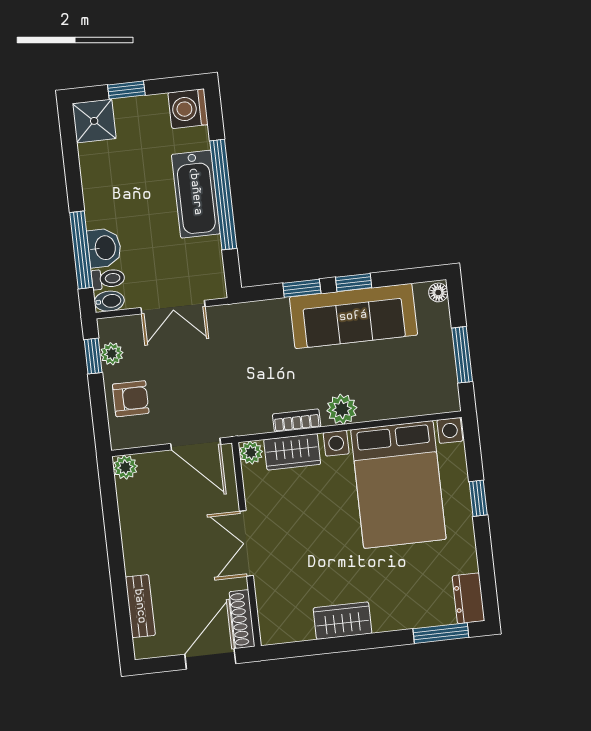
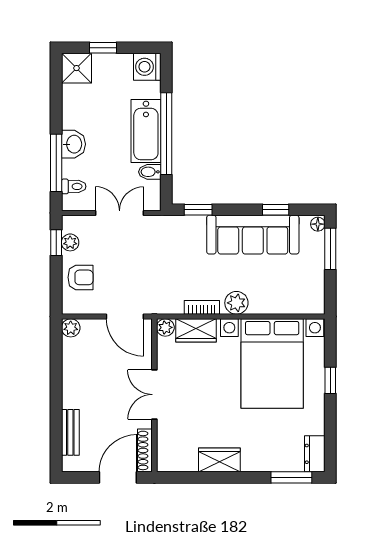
washbasin: (104, 248) -> (73, 144), moved
window: (354, 282) -> (276, 210), moved
window: (302, 288) -> (198, 210), moved
bidet: (109, 301) -> (150, 172), moved, turned 180
double door: (173, 307) -> (120, 213), swing flipped
window: (462, 355) -> (330, 249), moved

